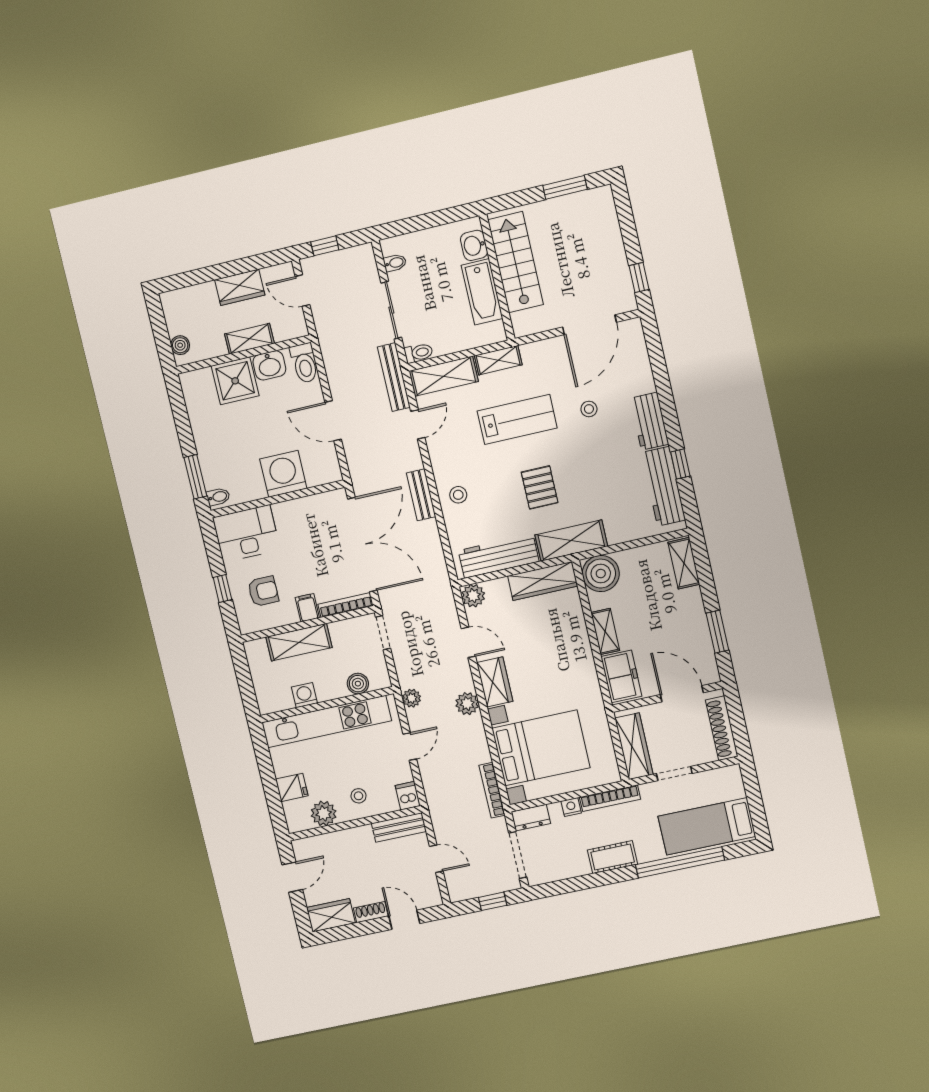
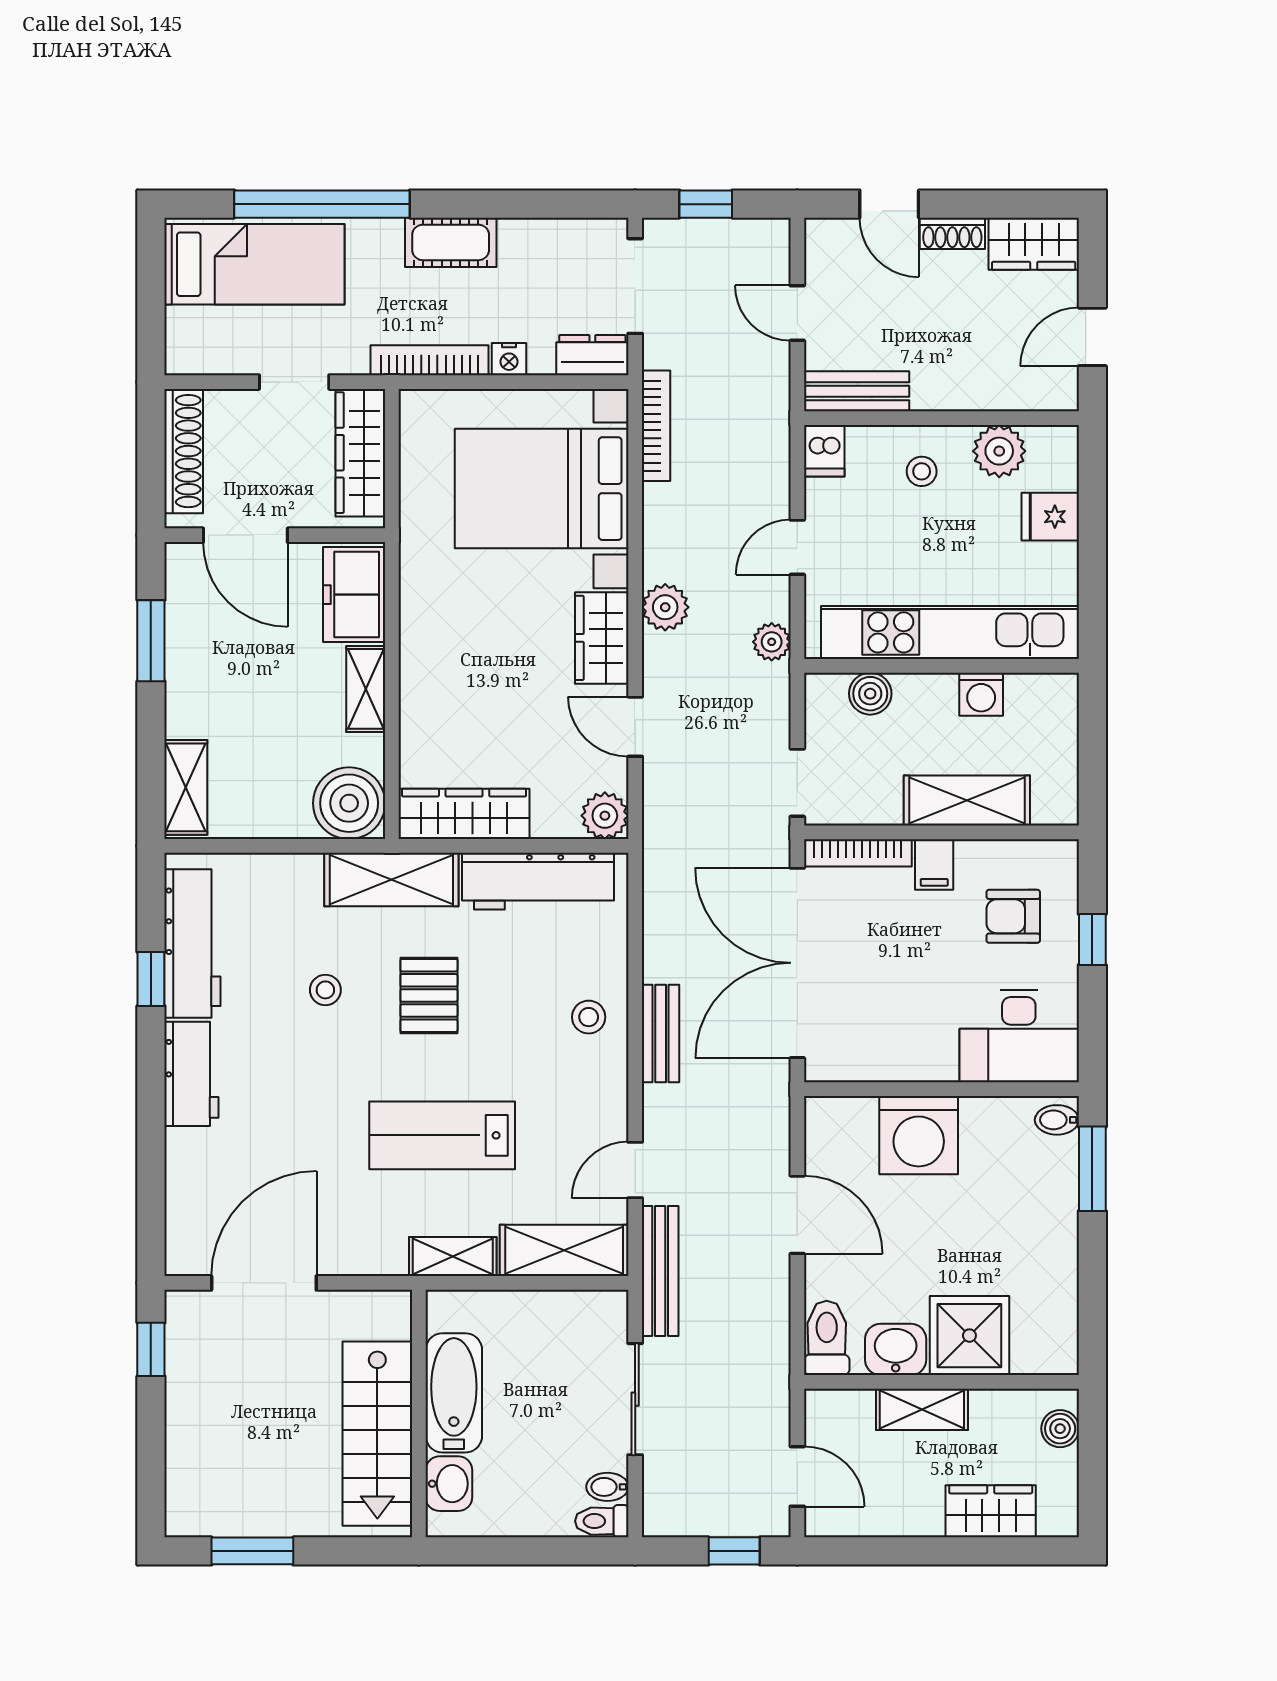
wardrobe: (240, 287) -> (991, 1511), moved
toilet: (419, 353) -> (602, 1521), moved
stool: (589, 409) -> (325, 990), moved

